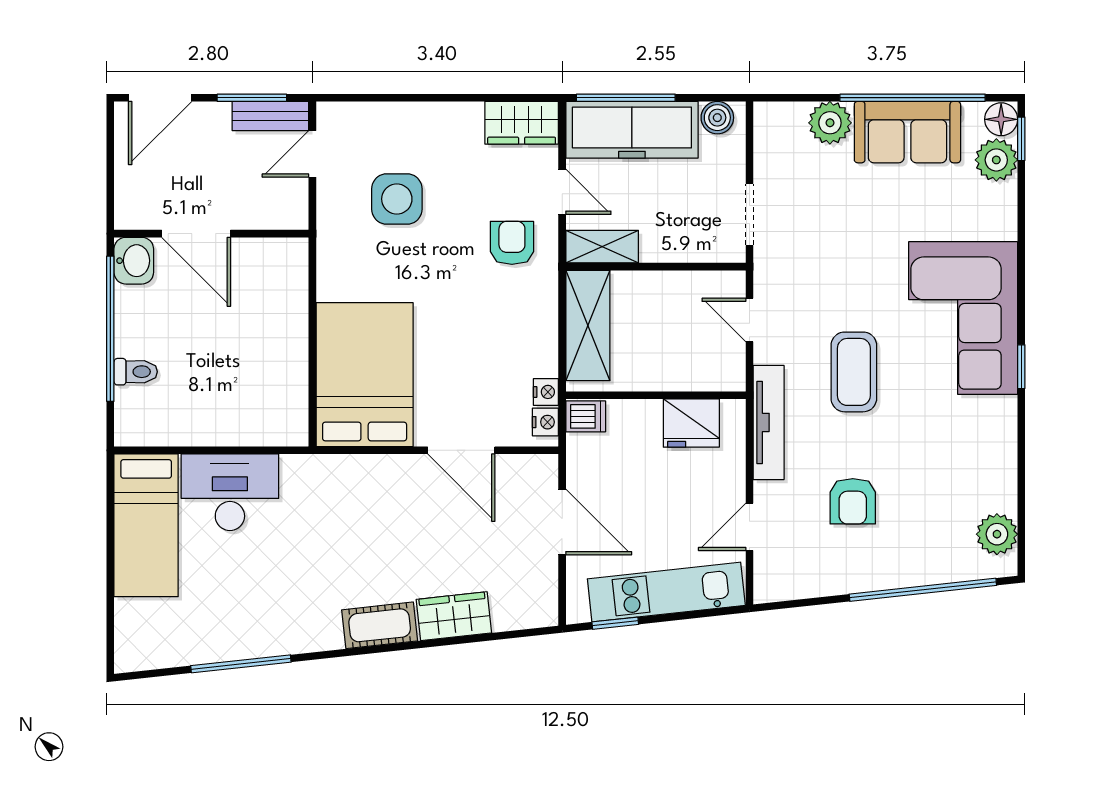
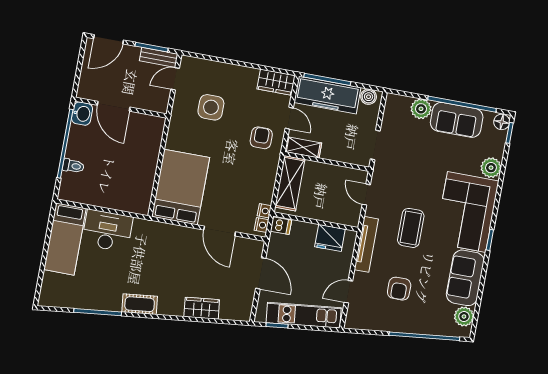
plant: (996, 160) -> (491, 168), moved
sofa: (985, 454) -> (465, 278), added
cot: (380, 625) -> (140, 304), moved

